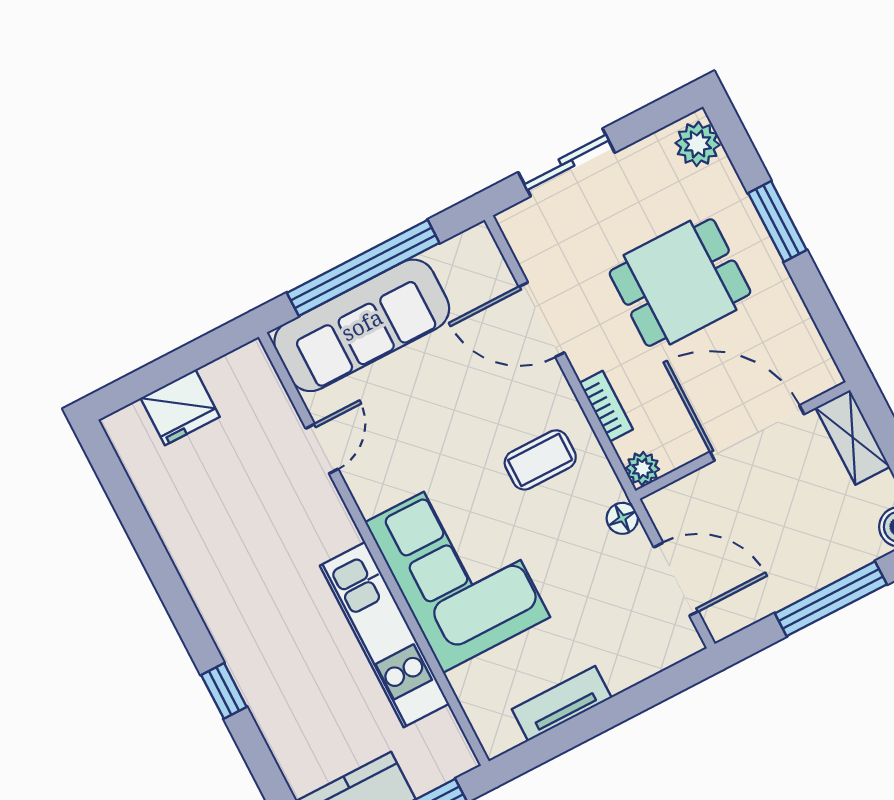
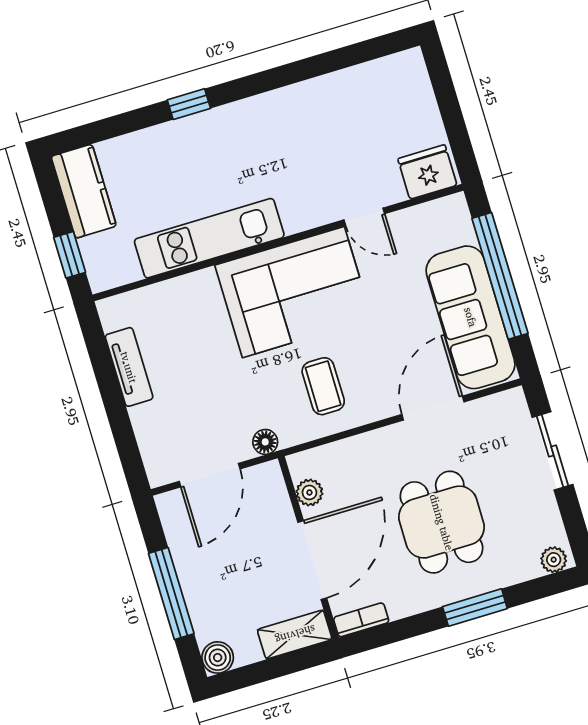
plant: (698, 144) -> (554, 560), width x0.73, depth x0.73
sofa: (362, 325) -> (471, 317), moved
bookcase: (606, 406) -> (361, 620), moved, turned 180
fridge: (180, 407) -> (427, 172), moved, turned 90
plant: (643, 469) -> (309, 492), moved
corner sofa: (458, 570) -> (293, 292), moved

